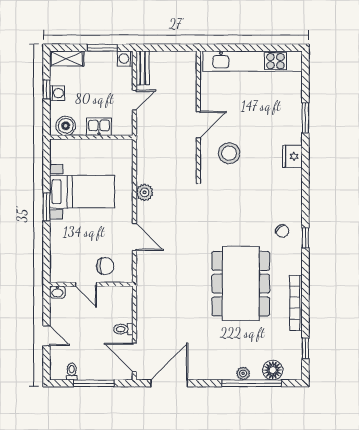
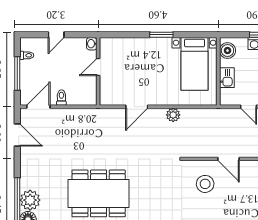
bed with nightstands: (82, 192) -> (195, 64), moved
chair: (105, 266) -> (113, 83), removed
plant: (243, 373) -> (30, 200), width x1.88, depth x1.88
door: (169, 383) -> (17, 135), width x0.73

